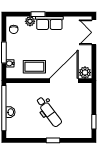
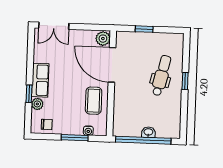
dental chair: (49, 112) -> (161, 76), moved, turned -40
window: (94, 122) -> (144, 29), moved

